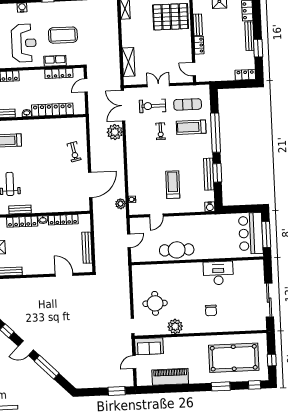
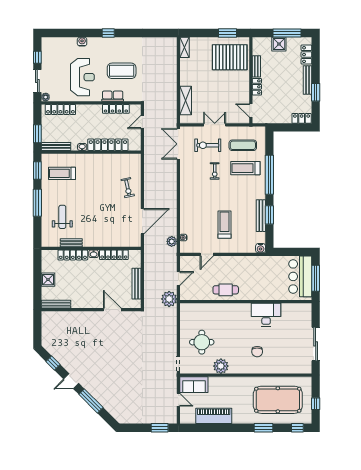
plant: (115, 132) -> (169, 299), moved
cafe table: (177, 250) -> (226, 290), width x0.73, depth x0.74
door: (134, 362) -> (178, 400), swing flipped

